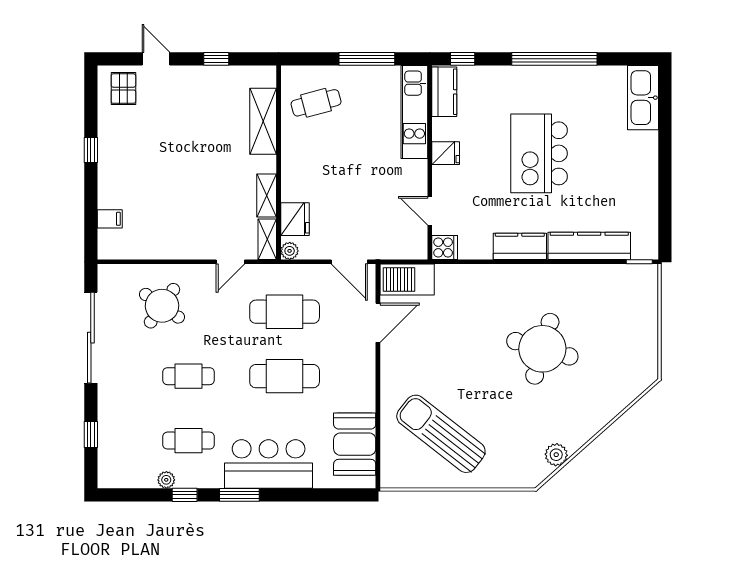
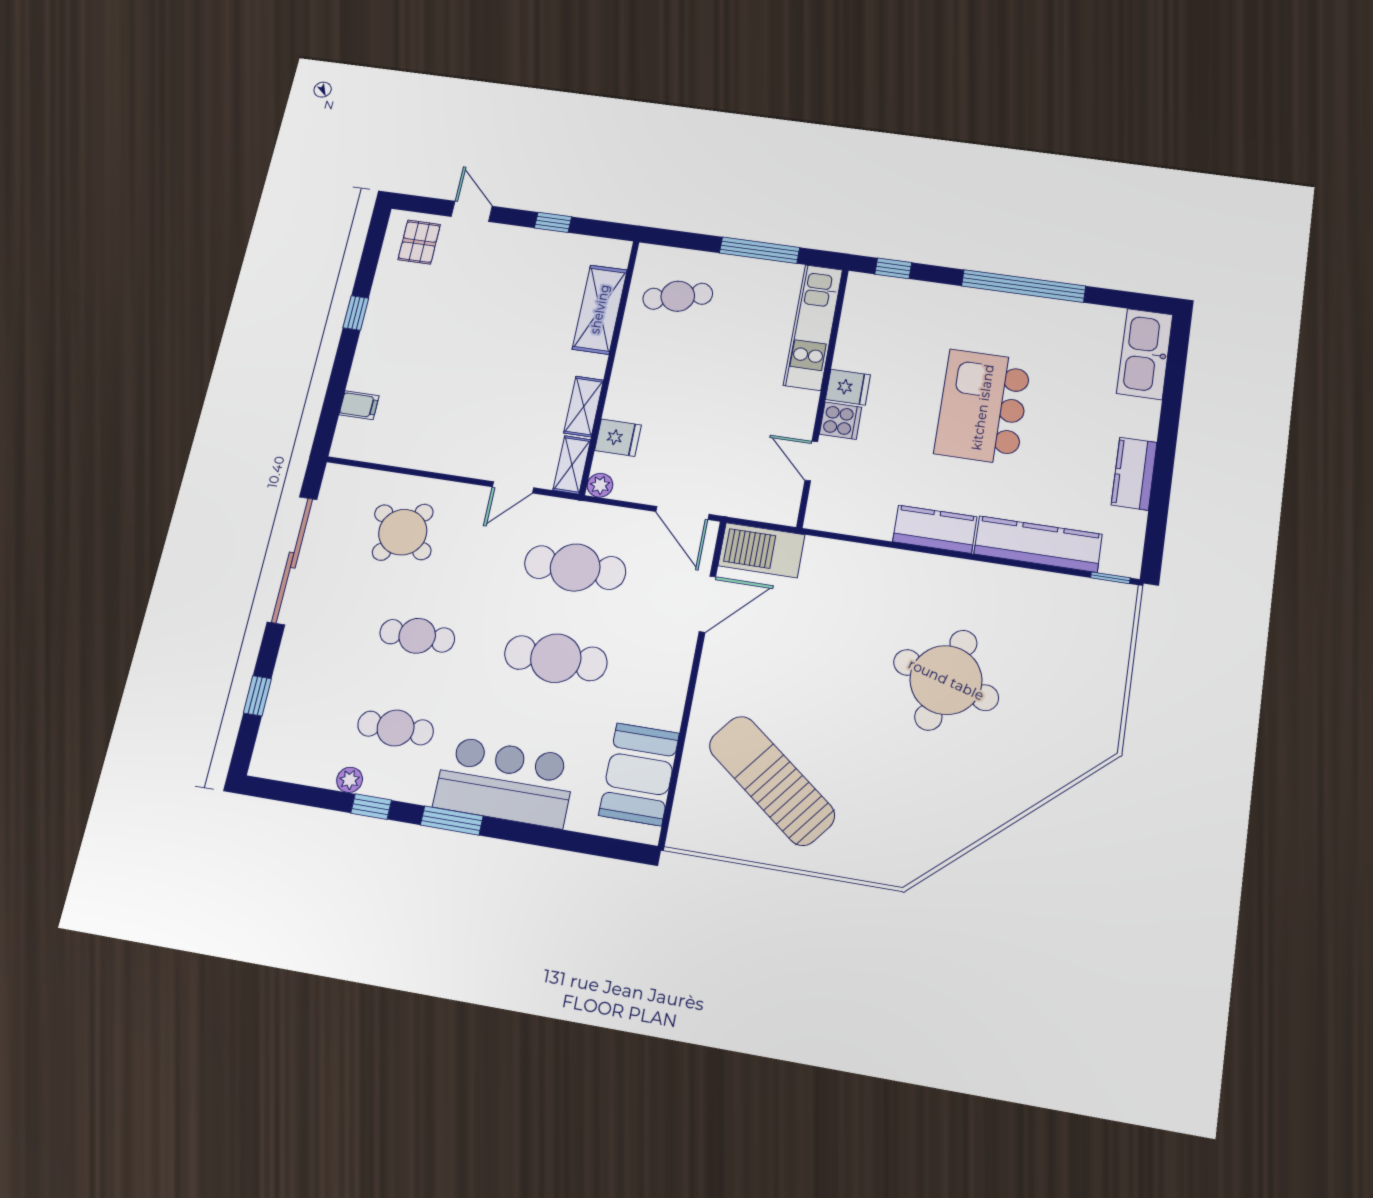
kitchen counter: (444, 92) -> (1134, 474), moved, turned 180
fridge: (295, 219) -> (618, 438), width x0.72
cooker: (445, 248) -> (841, 421), moved
plant: (556, 455) -> (943, 842), removed

